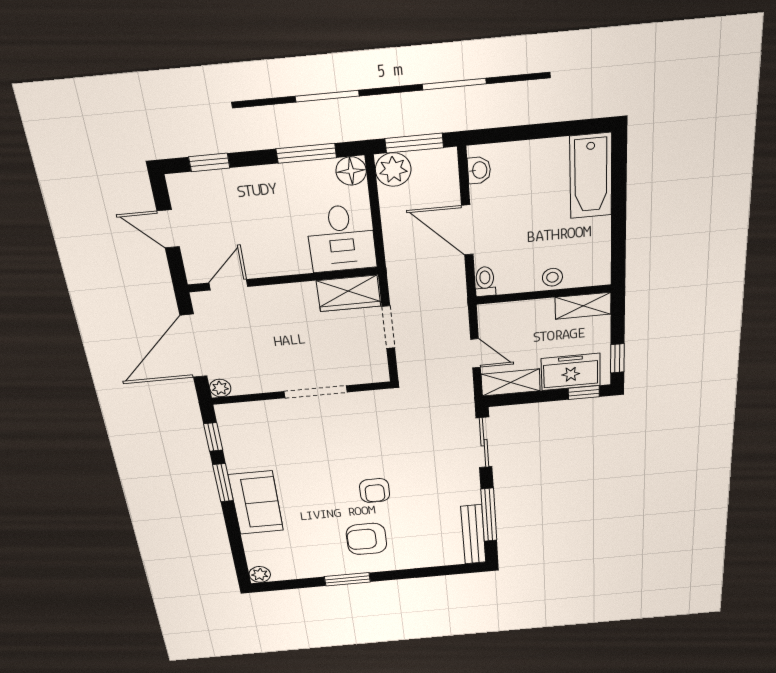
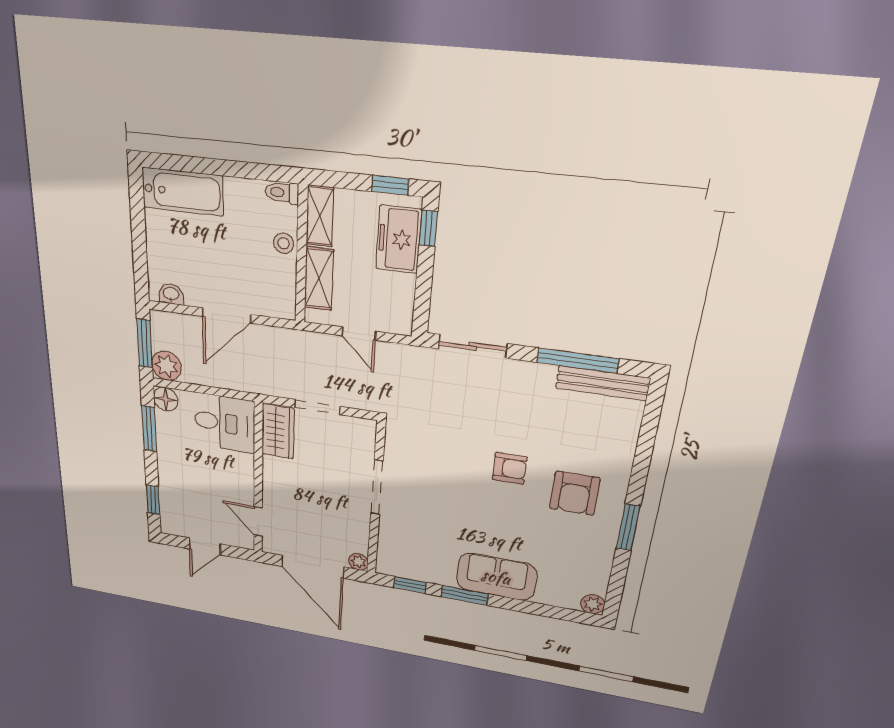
toilet: (485, 281) -> (282, 192), moved
door: (475, 353) -> (359, 334), swing flipped
shelving: (511, 382) -> (319, 279), moved

